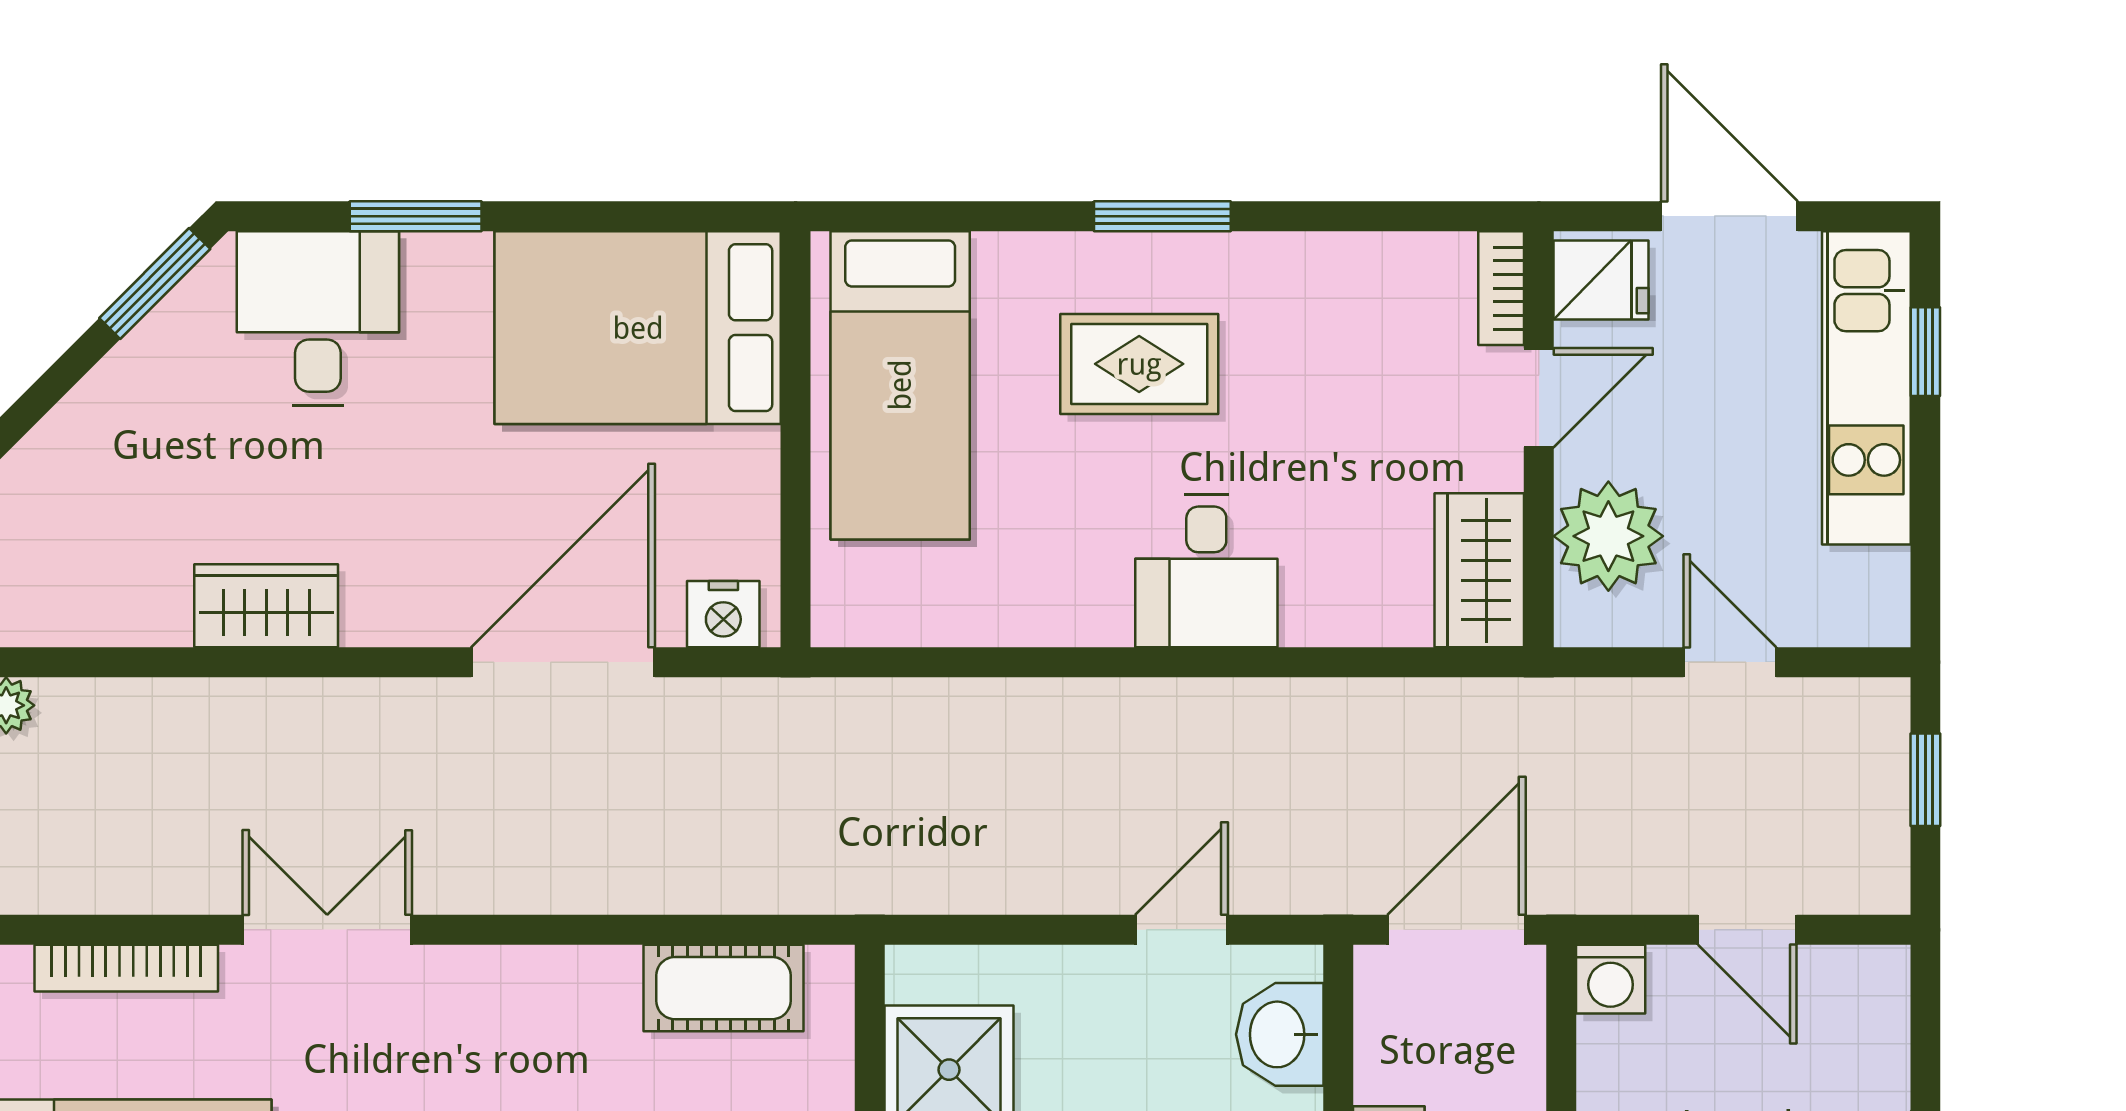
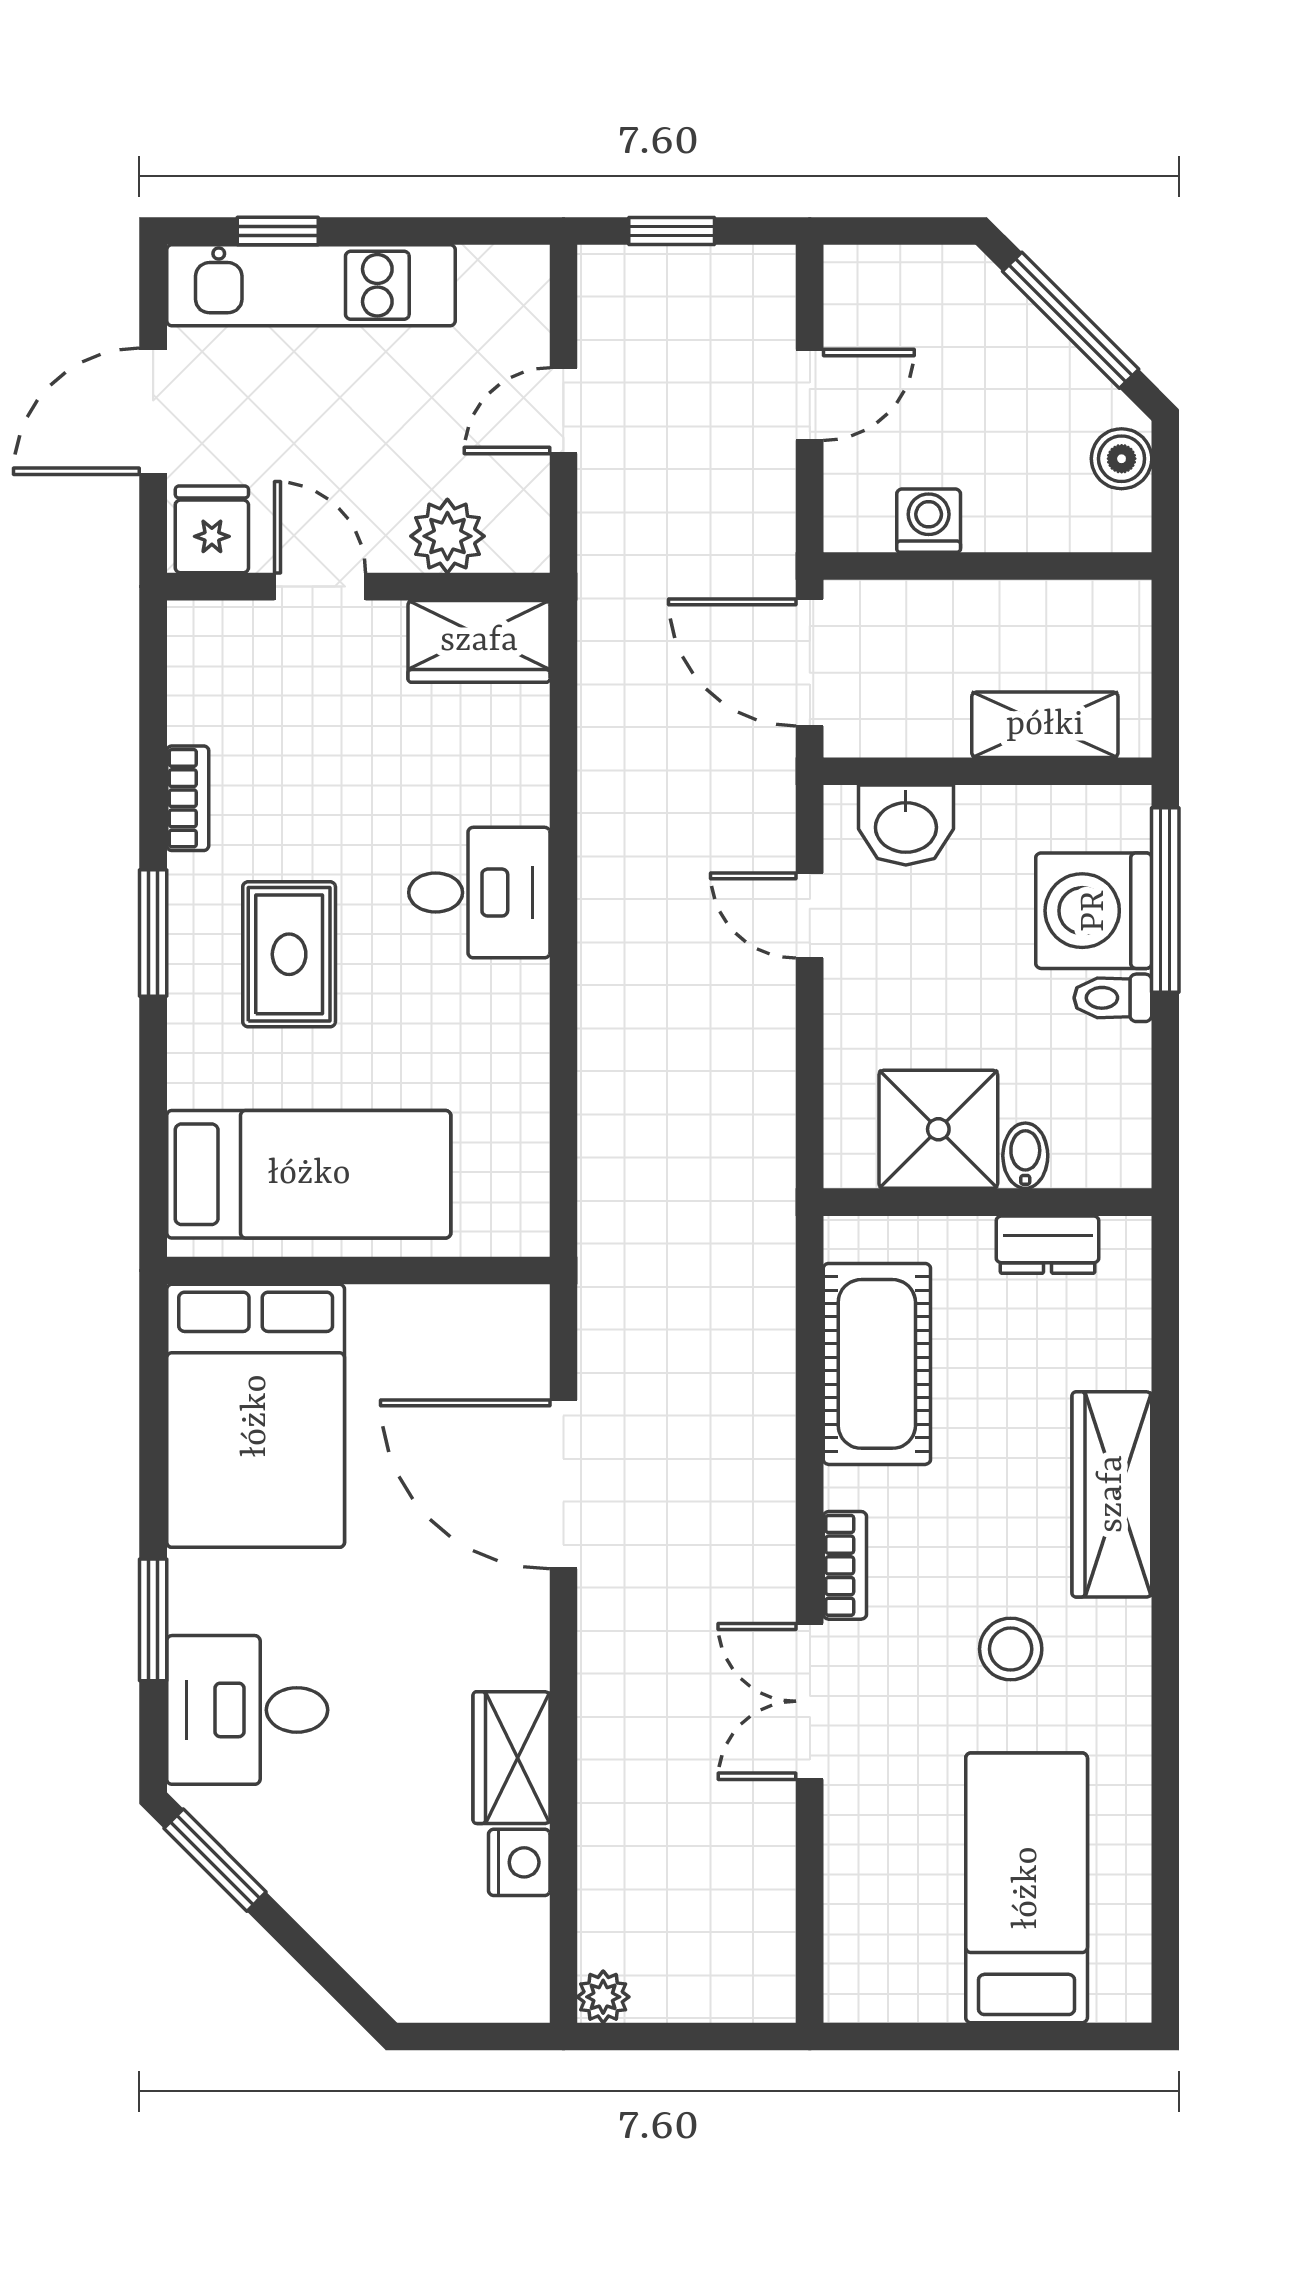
bookcase: (1501, 288) -> (188, 798), moved, turned -90
plant: (1608, 536) -> (447, 536), width x0.73, depth x0.73
nightstand: (723, 614) -> (519, 1862), moved
bookcase: (126, 968) -> (845, 1565), moved, width x0.64
washing machine: (1611, 979) -> (929, 521), moved, turned -90
cot: (723, 988) -> (877, 1364), width x1.37, depth x1.34

